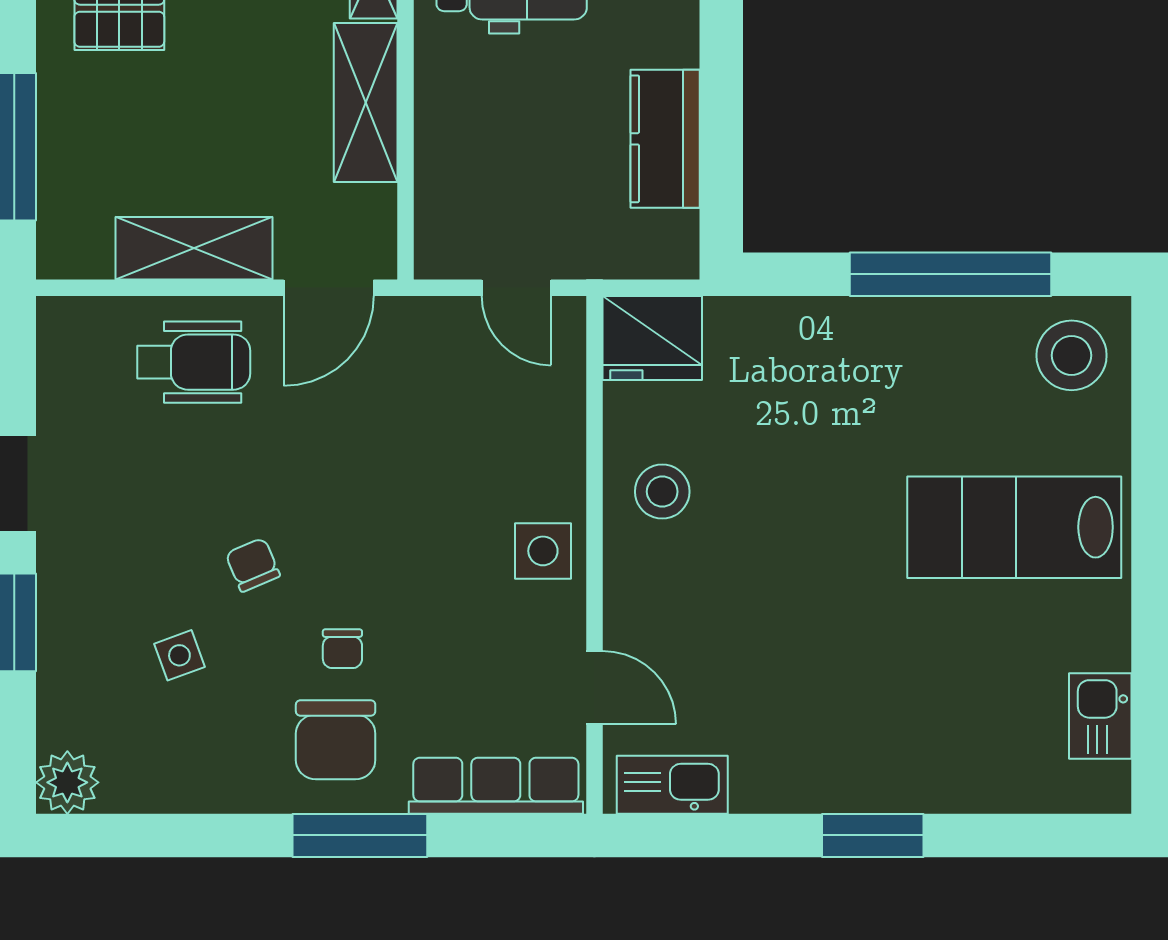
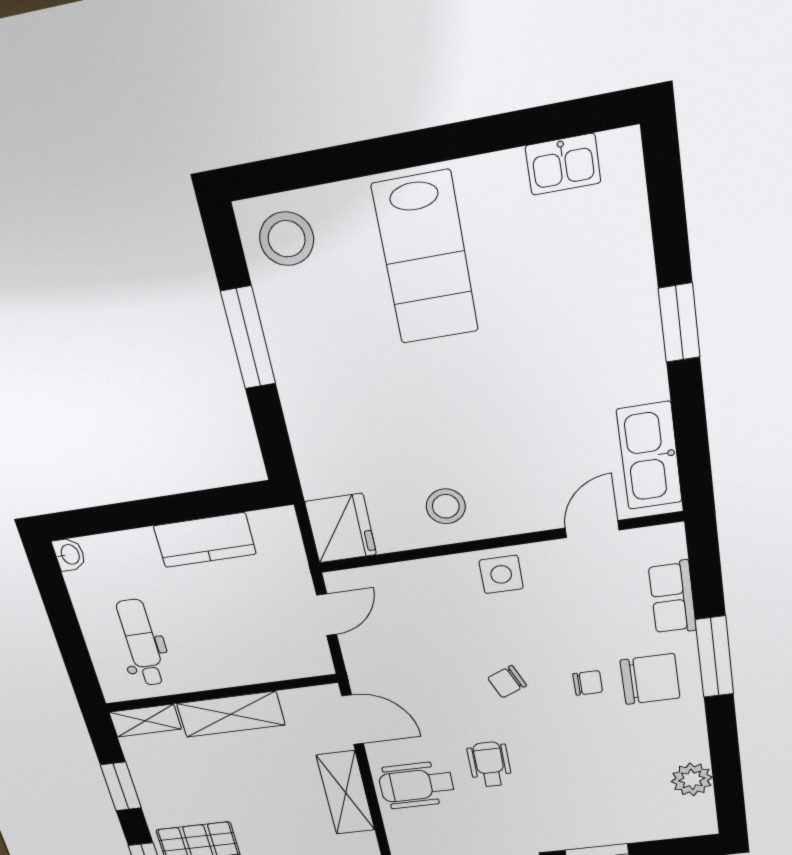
window: (951, 274) -> (248, 338), width x0.68
wheelchair: (194, 362) -> (416, 785), turned -90
wheelchair: (217, 481) -> (490, 764), added
chair: (253, 565) -> (507, 682), moved
side table: (179, 655) -> (606, 771), removed
plant: (67, 782) -> (692, 779), moved
kitchen sink: (672, 785) -> (649, 456), width x1.36, depth x1.24
row of seats: (496, 786) -> (672, 598), width x0.68

